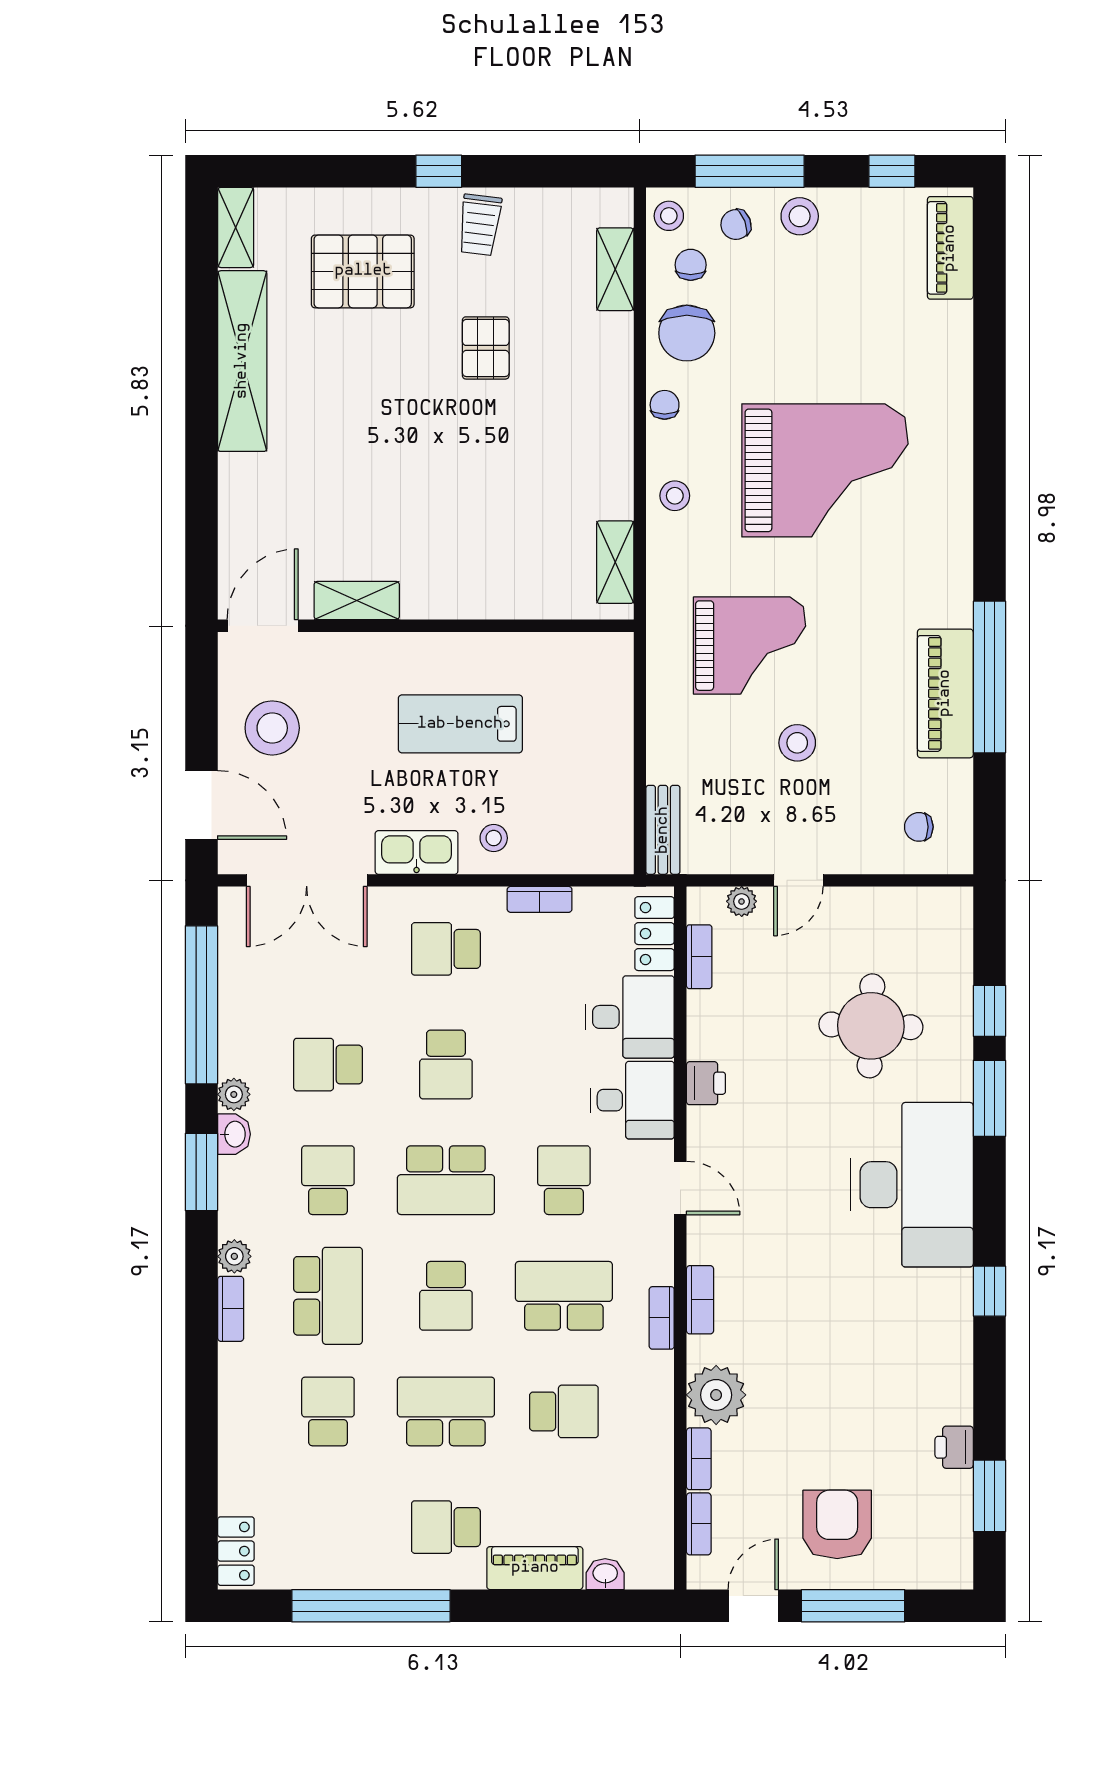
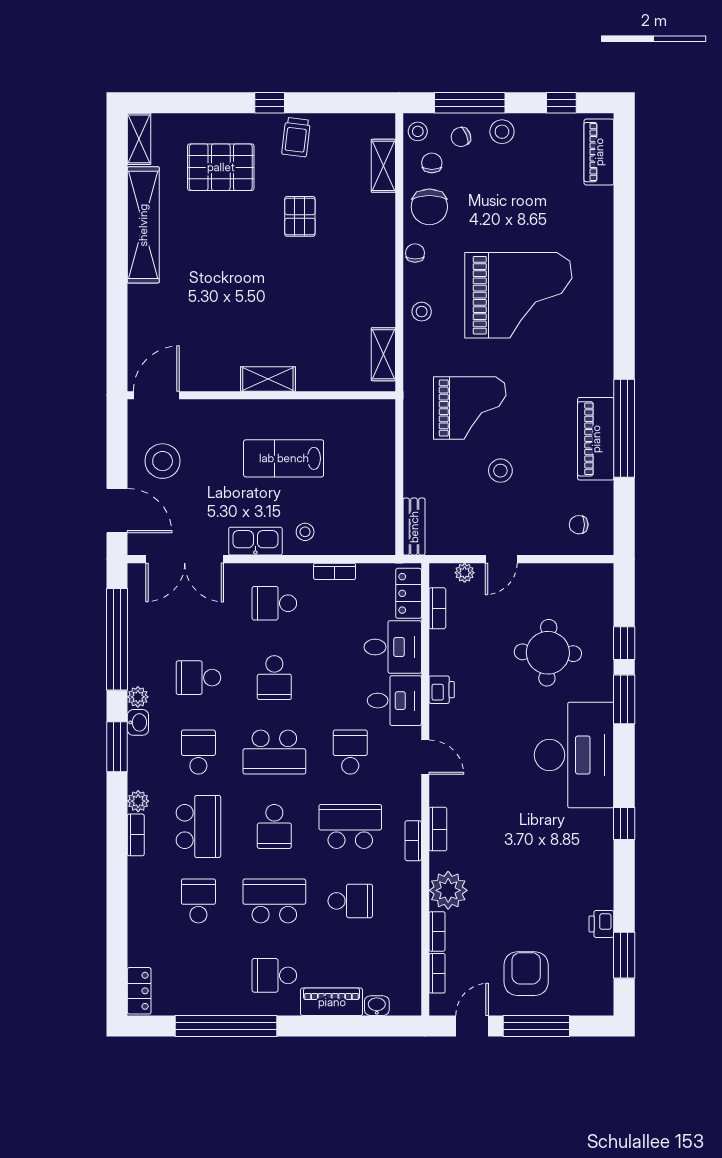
shelving: (357, 601) -> (268, 379), moved

